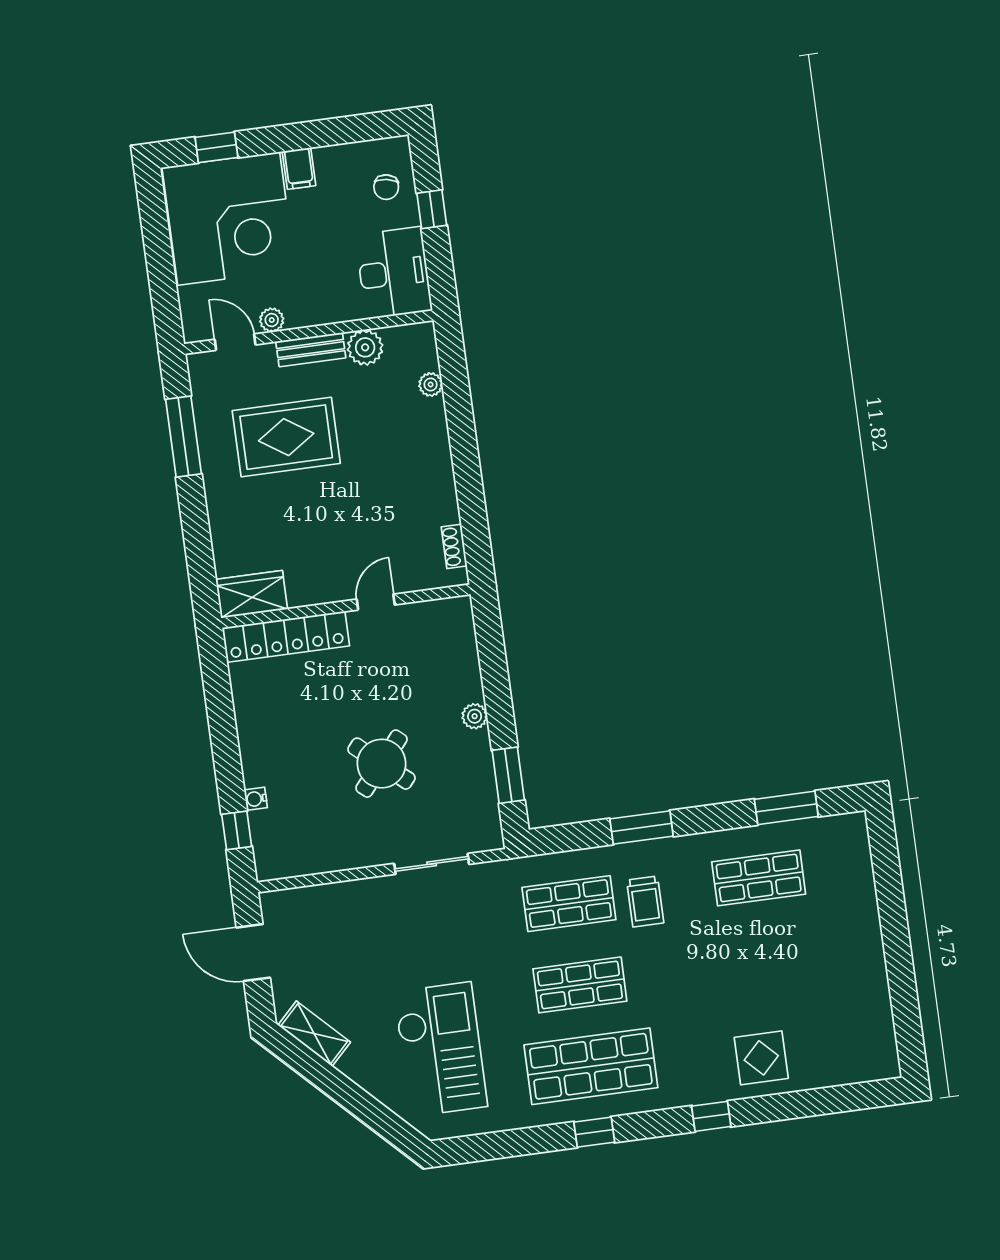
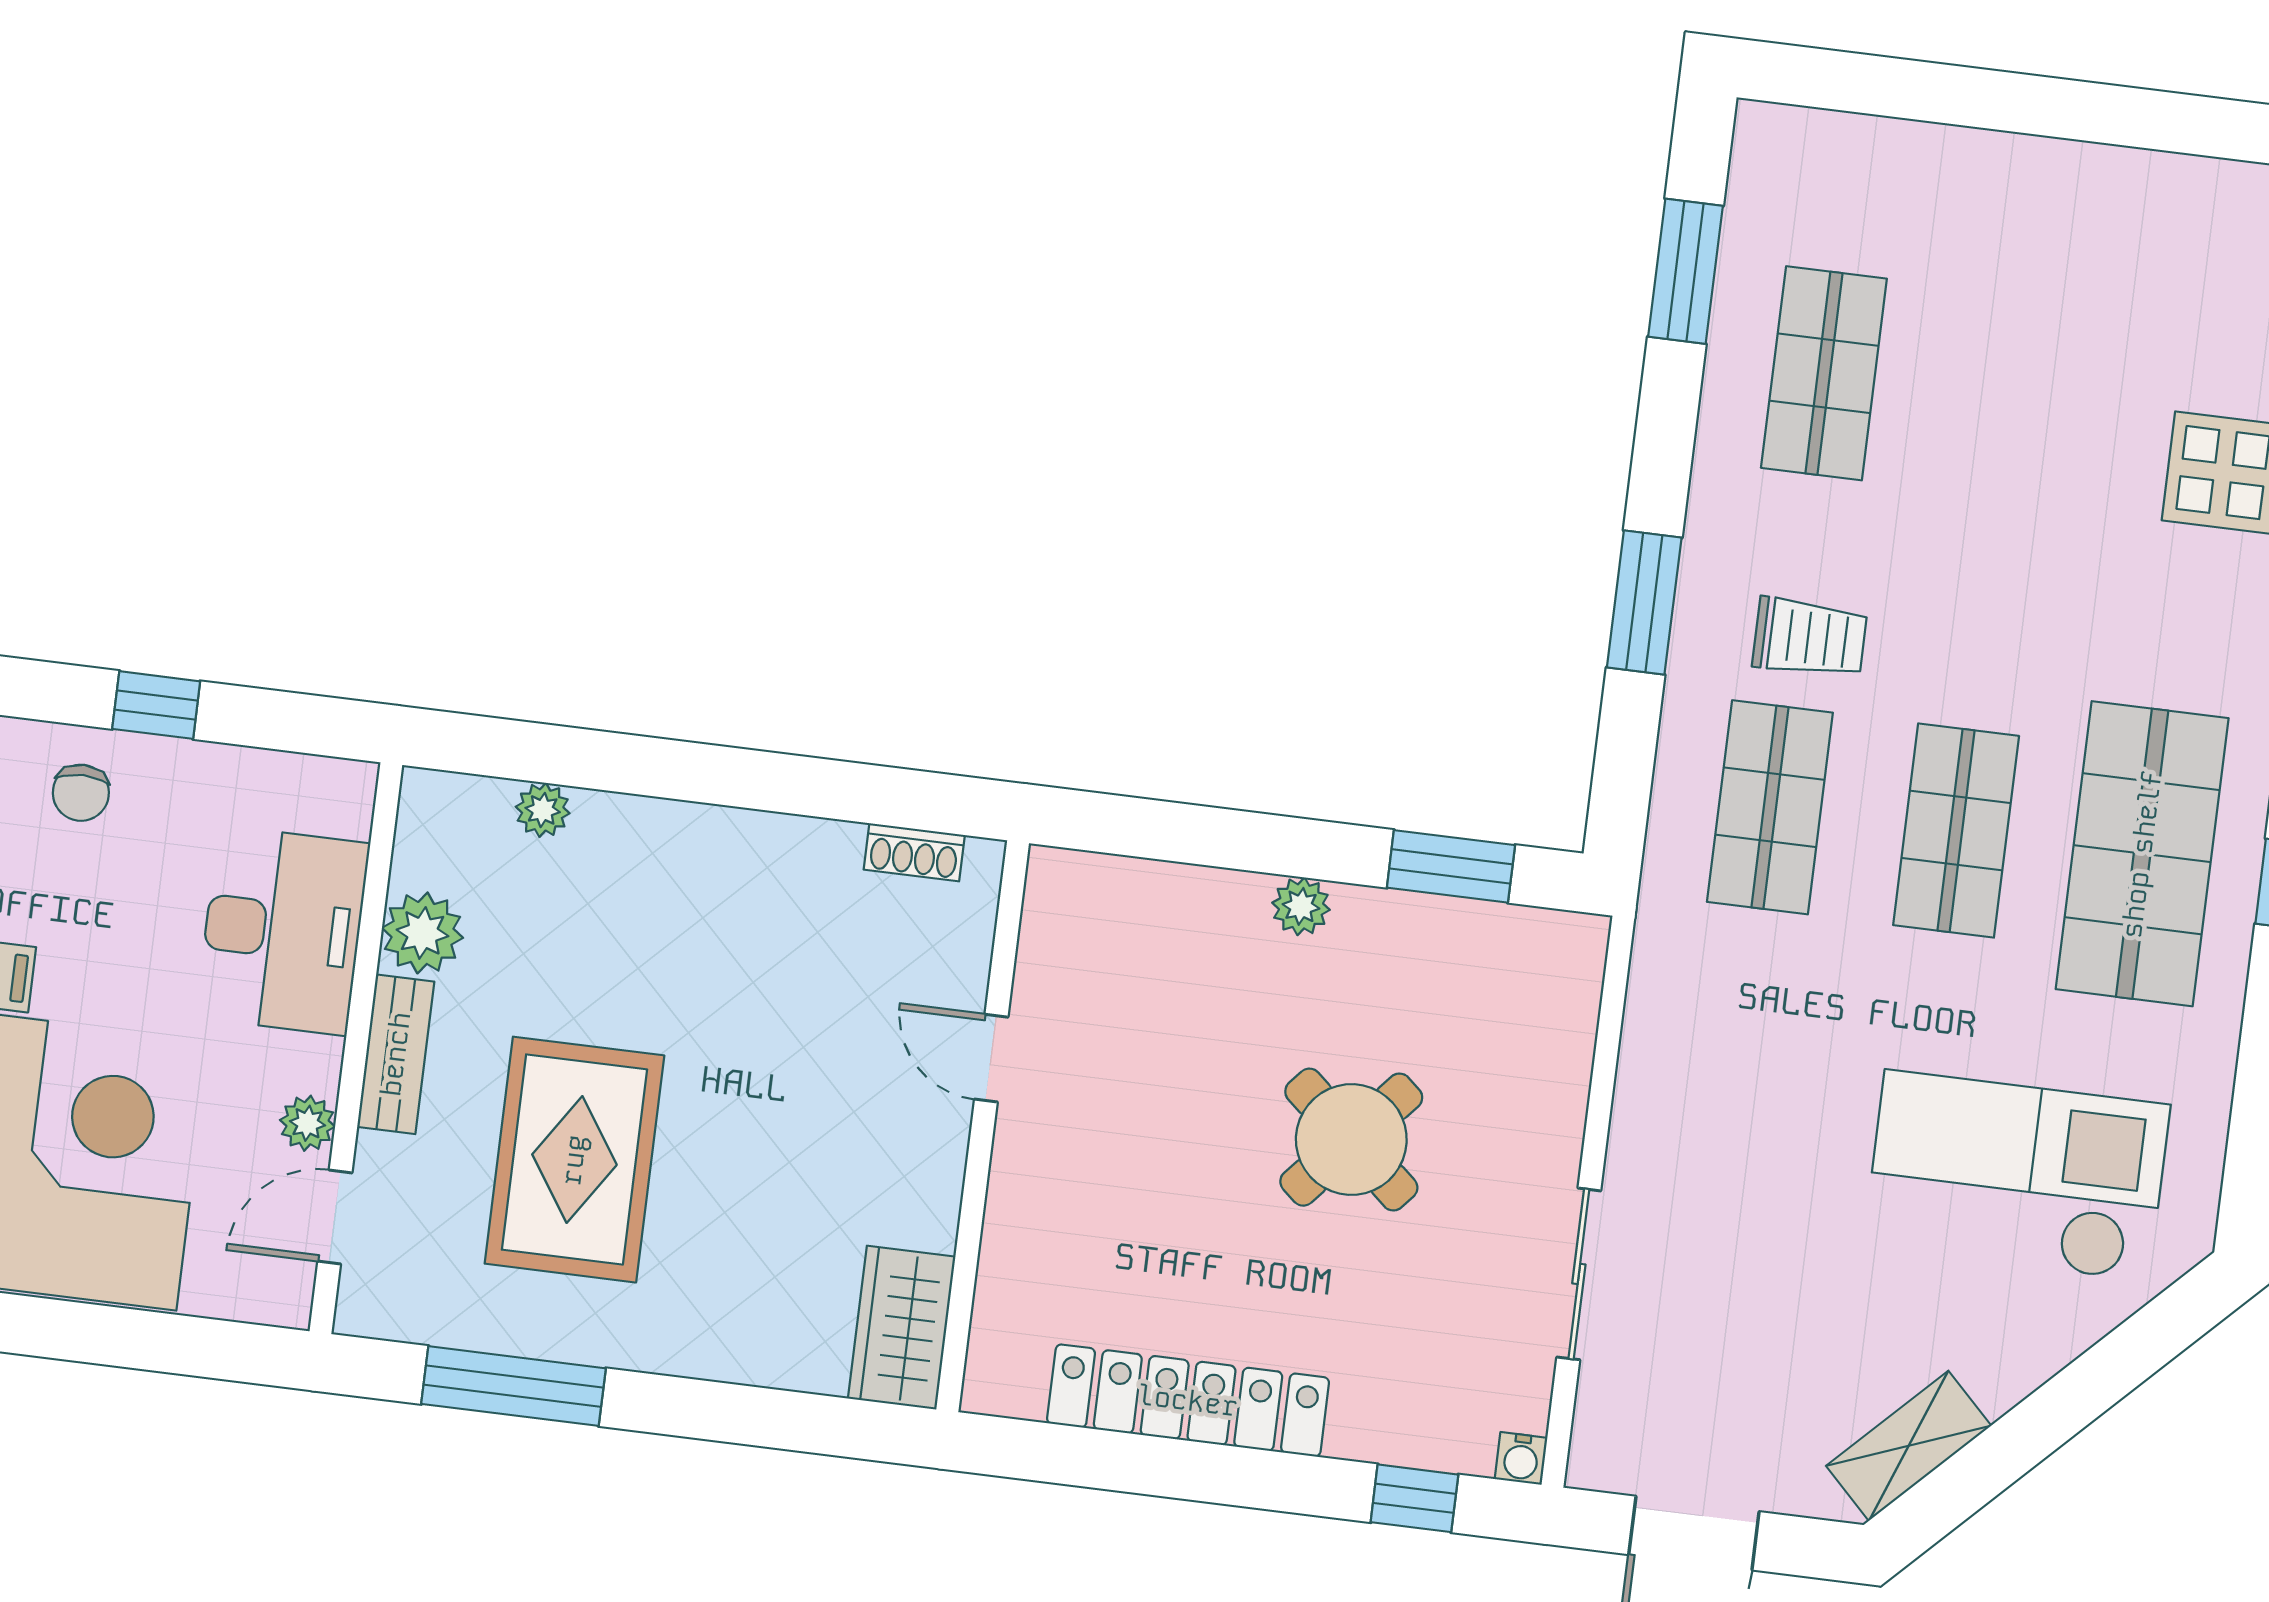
chair: (386, 187) -> (81, 793), turned 79
desk: (394, 273) -> (283, 930), moved, turned 90
locker: (286, 637) -> (1188, 1401), moved, turned -90
water cooler: (256, 799) -> (1521, 1458), moved
sliding door: (432, 864) -> (1579, 1274), moved

